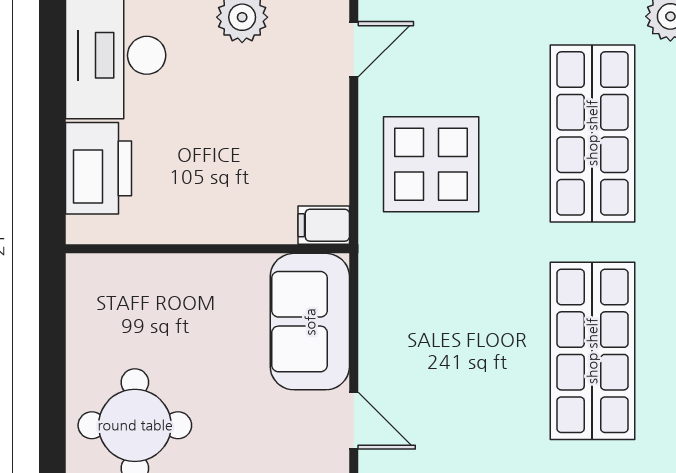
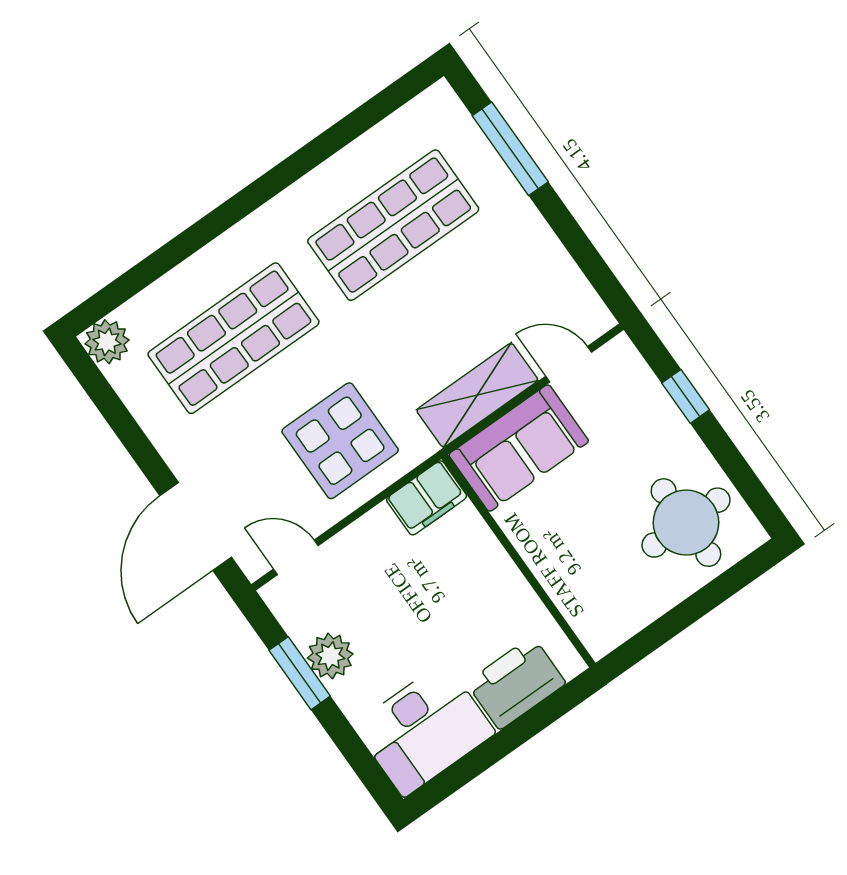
filing cabinet: (324, 225) -> (427, 498), width x2.00
shelving: (384, 318) -> (477, 395), added
door: (354, 421) -> (569, 364), hinge flipped

